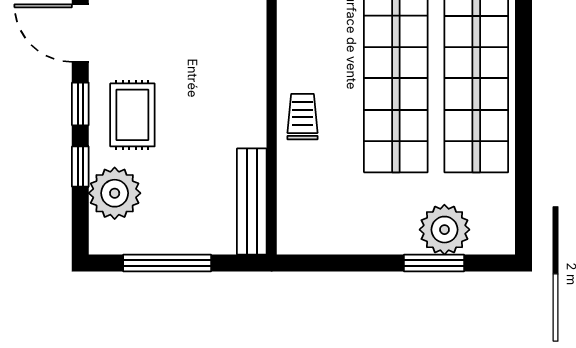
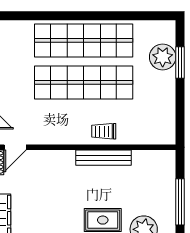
bench: (252, 202) -> (103, 158), moved

